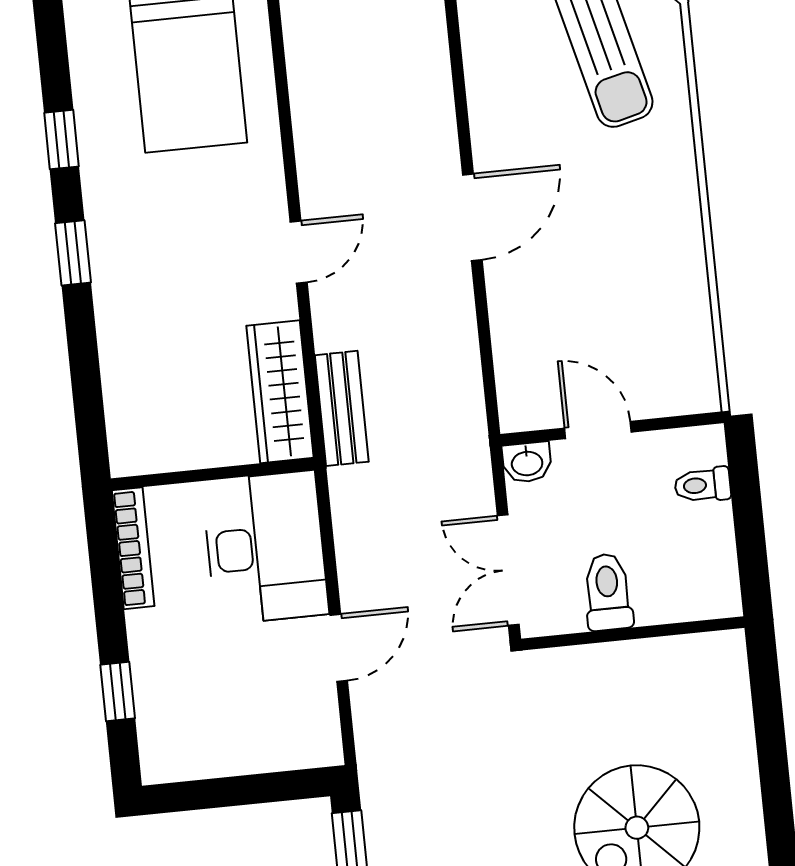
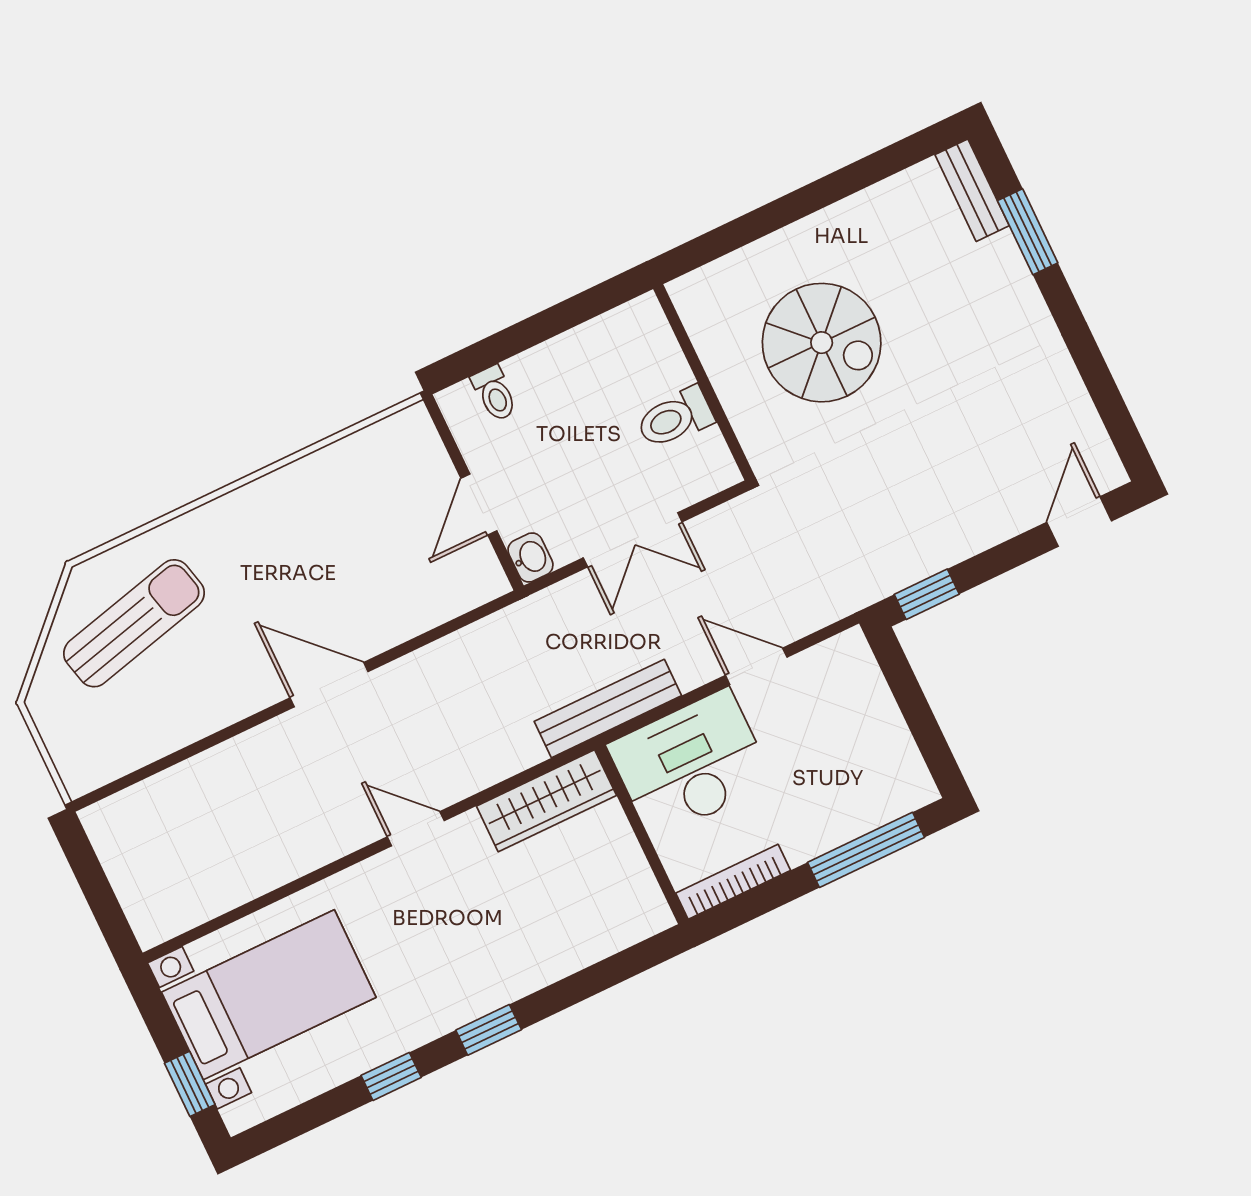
bench: (342, 408) -> (608, 709), moved, width x1.36
toilet: (608, 592) -> (675, 418), moved
wall: (633, 633) -> (704, 382), moved
window: (118, 691) -> (866, 850), width x2.17

